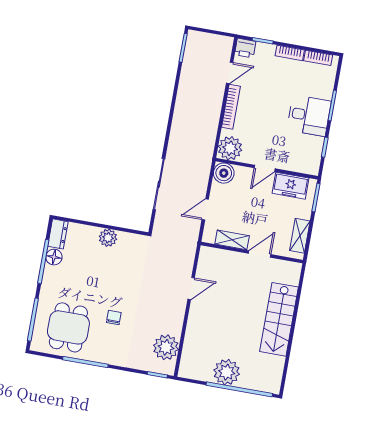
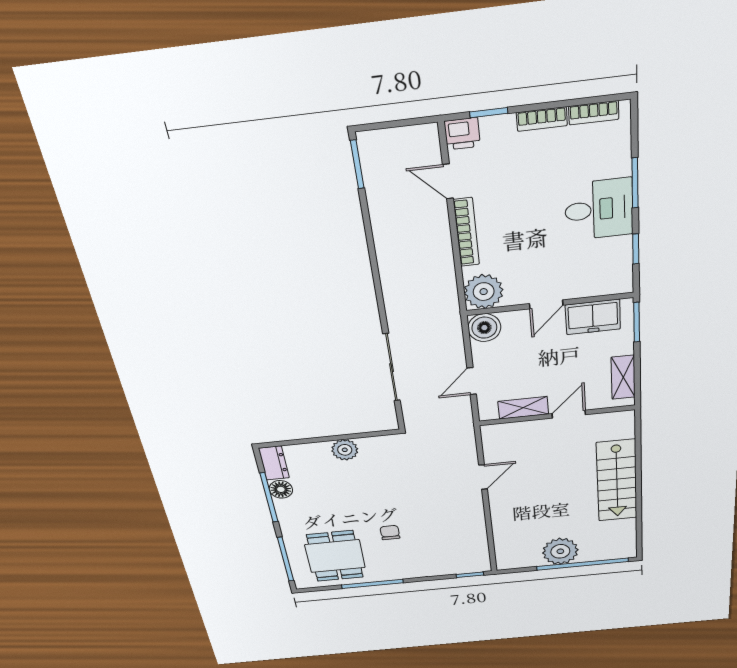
door: (230, 73) -> (448, 181), swing flipped
plant: (166, 347) -> (471, 546), removed

